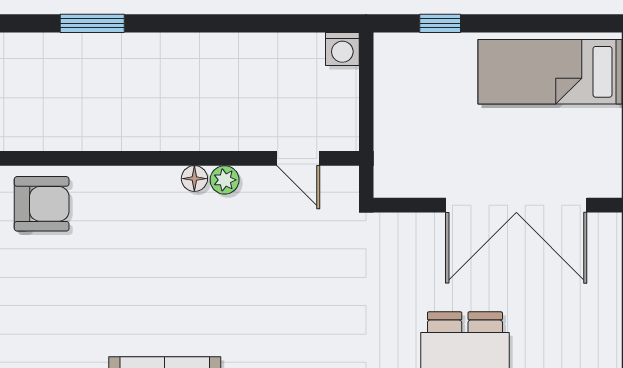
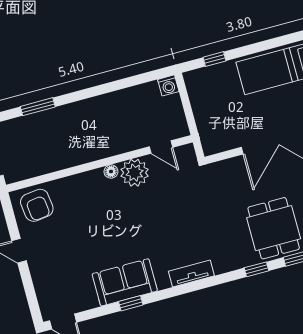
plant: (225, 180) -> (135, 173), width x1.87, depth x1.87
armchair: (42, 204) -> (37, 205), turned 83

